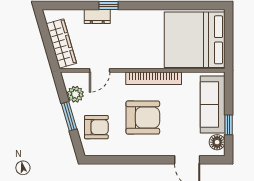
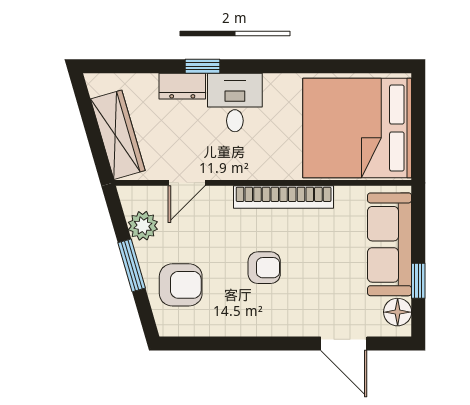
desk: (127, 26) -> (235, 103), added
armchair: (143, 118) -> (264, 268), width x0.53, depth x0.53

